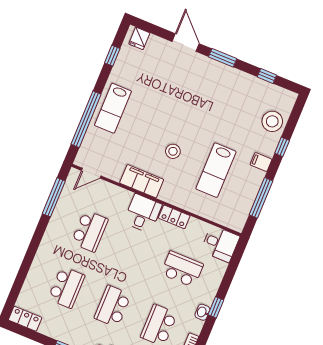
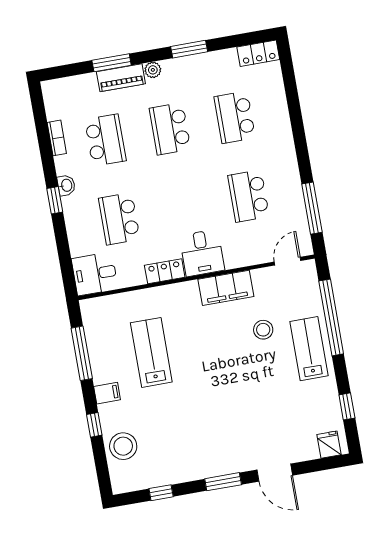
stool: (173, 151) -> (263, 330), moved
school desk: (182, 269) -> (119, 219), turned 90
school desk: (113, 306) -> (170, 129), turned 180

